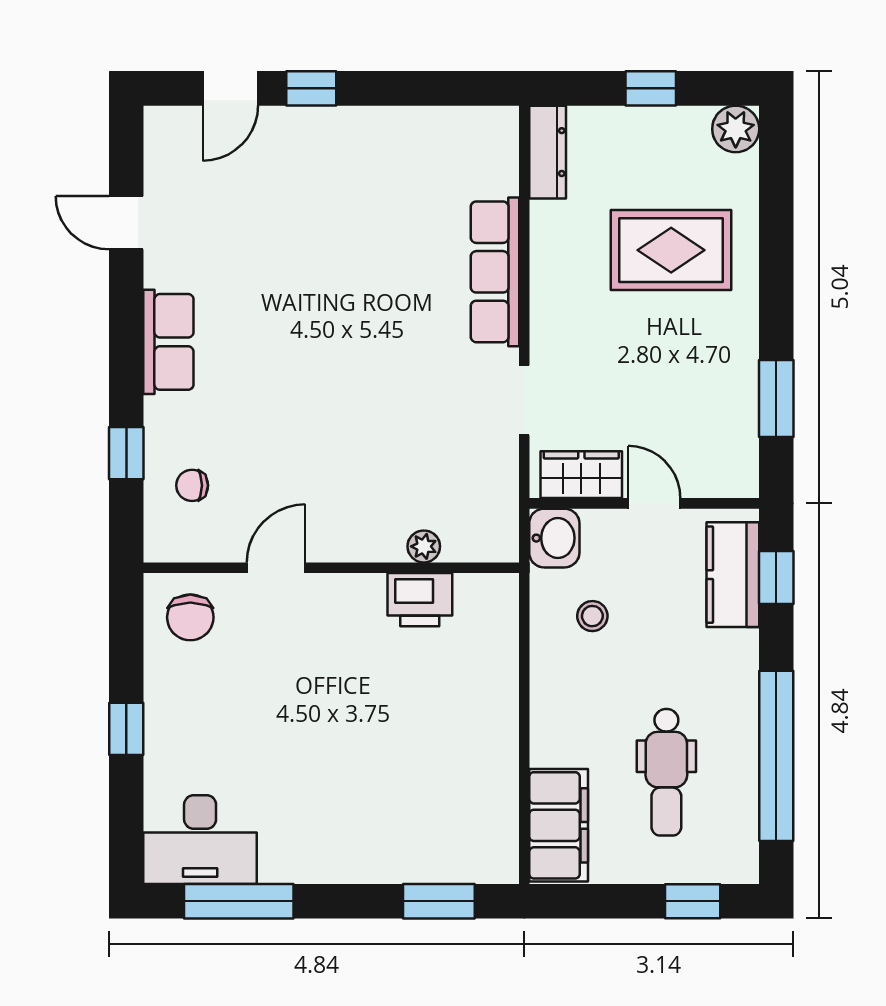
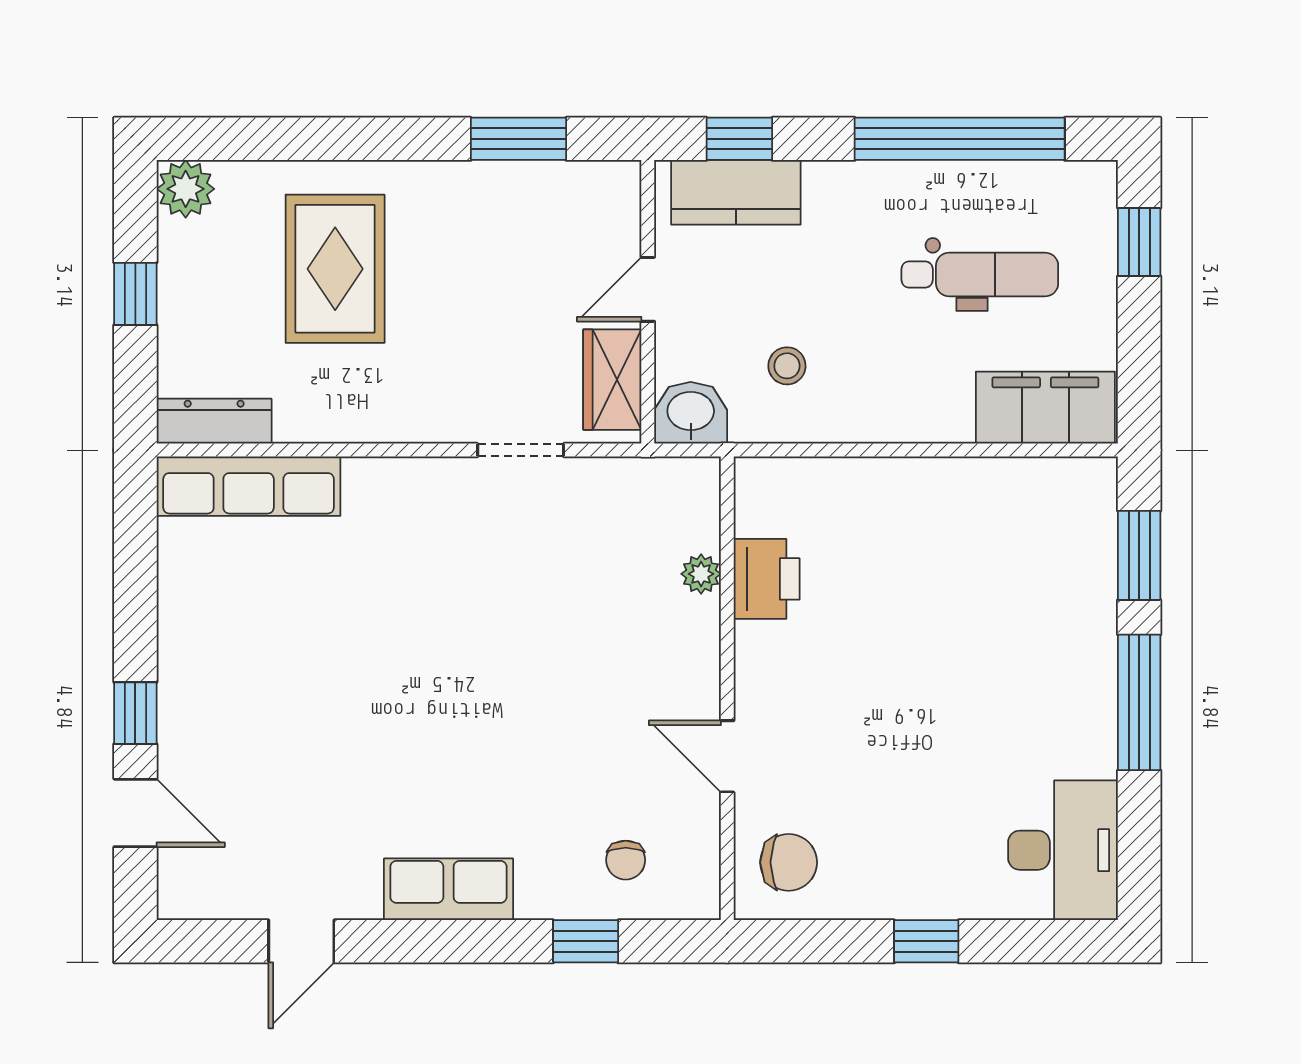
row of seats: (495, 272) -> (249, 486), moved
window: (239, 901) -> (1139, 702), moved

